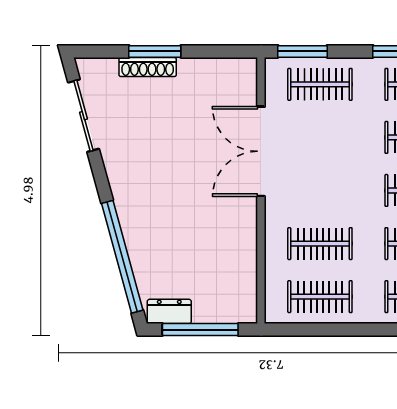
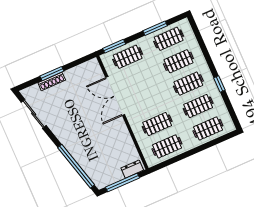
dresser: (169, 311) -> (132, 169), moved

